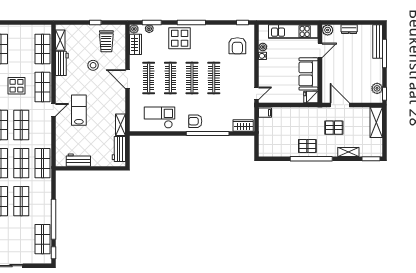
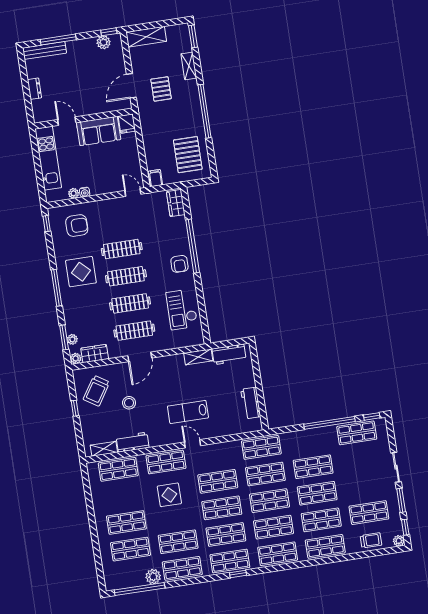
plant: (328, 30) -> (40, 115), removed
display table: (180, 38) -> (81, 272), moved
trolley: (106, 41) -> (96, 391), turned 123
pallet: (307, 146) -> (188, 155), moved, width x1.50, depth x1.42

